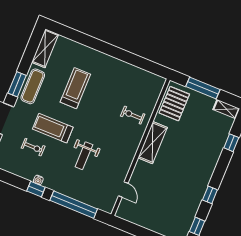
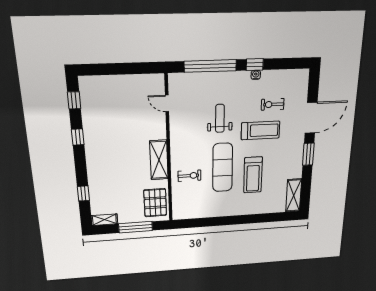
exercise mat: (33, 86) -> (223, 168), moved, width x1.36, depth x1.45

